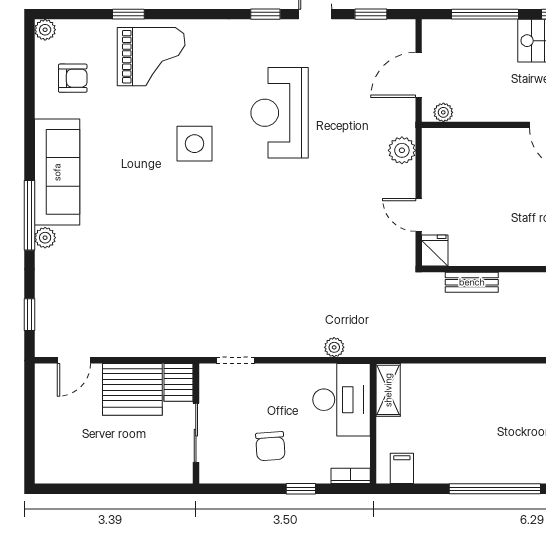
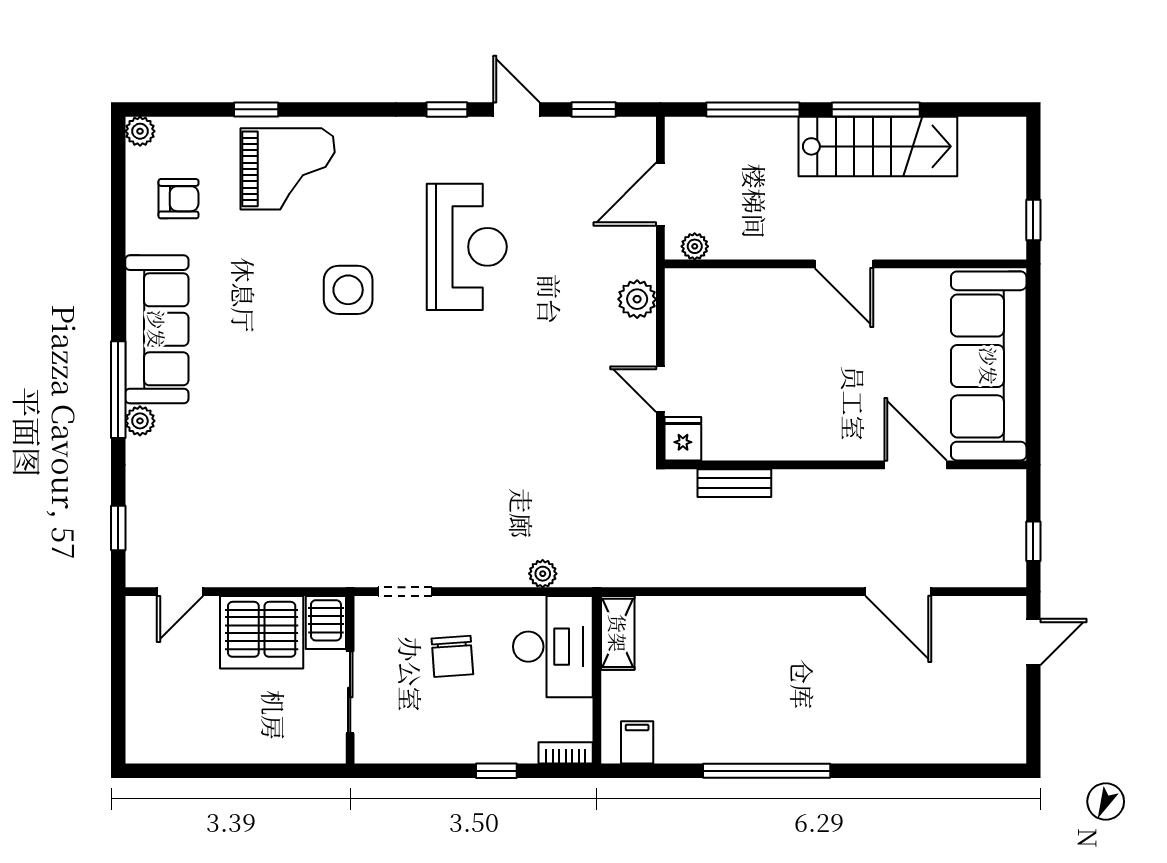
reception desk: (280, 113) -> (467, 247), turned 180
chair: (270, 446) -> (452, 656), moved

